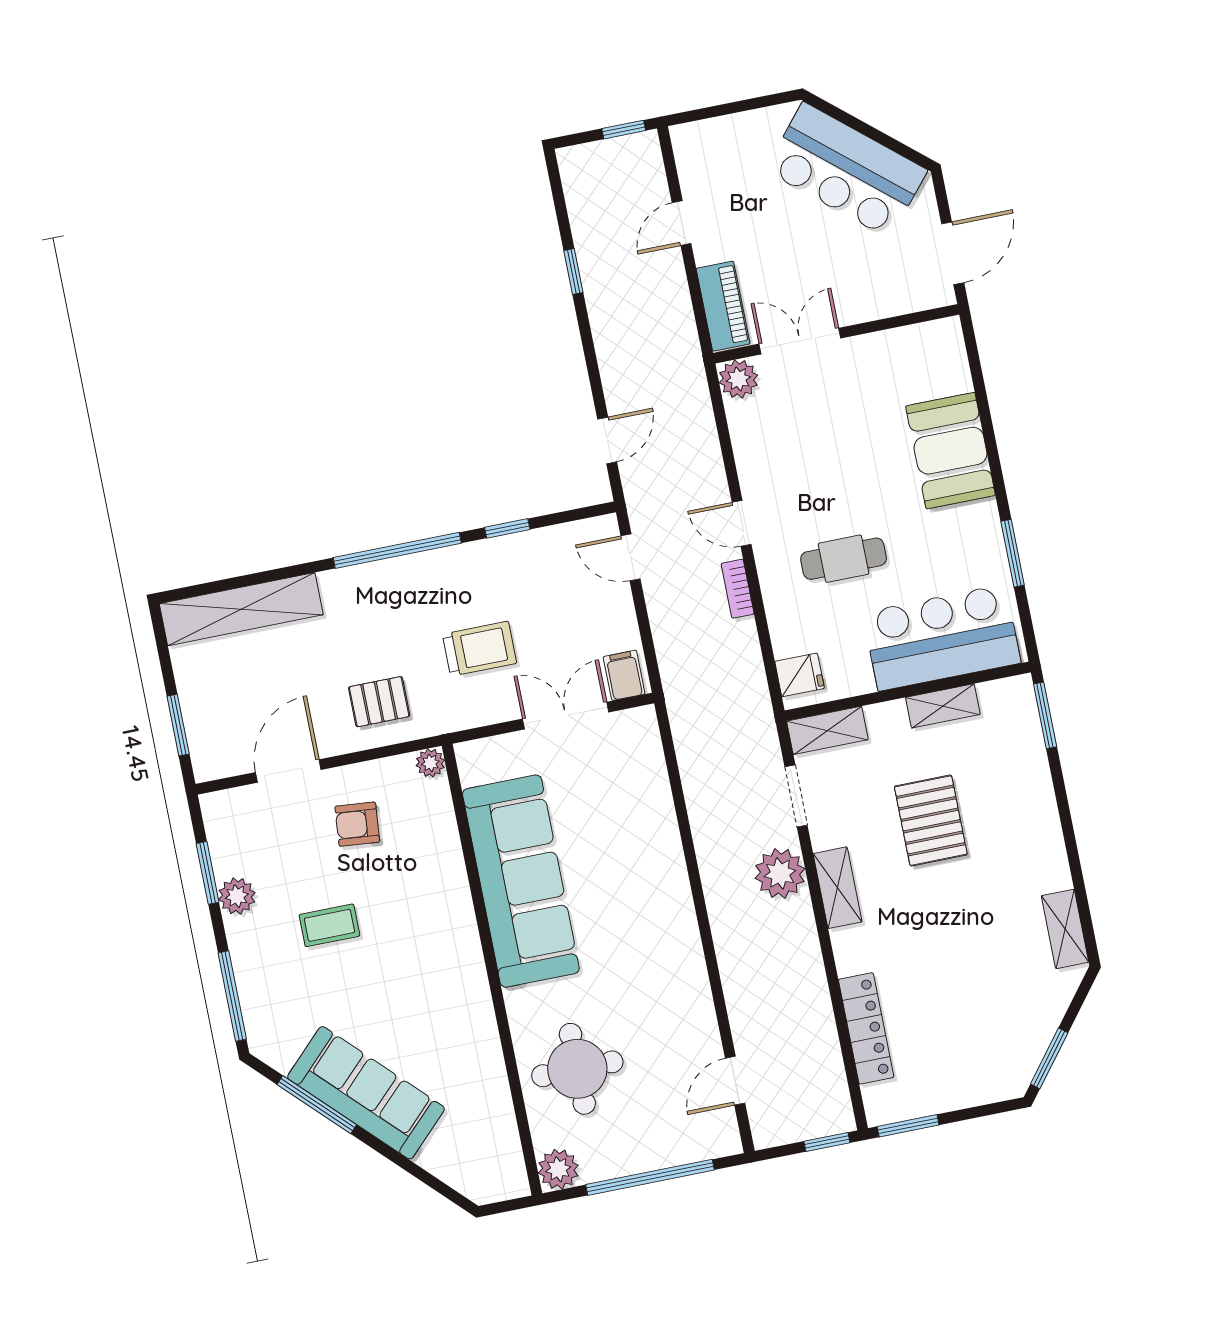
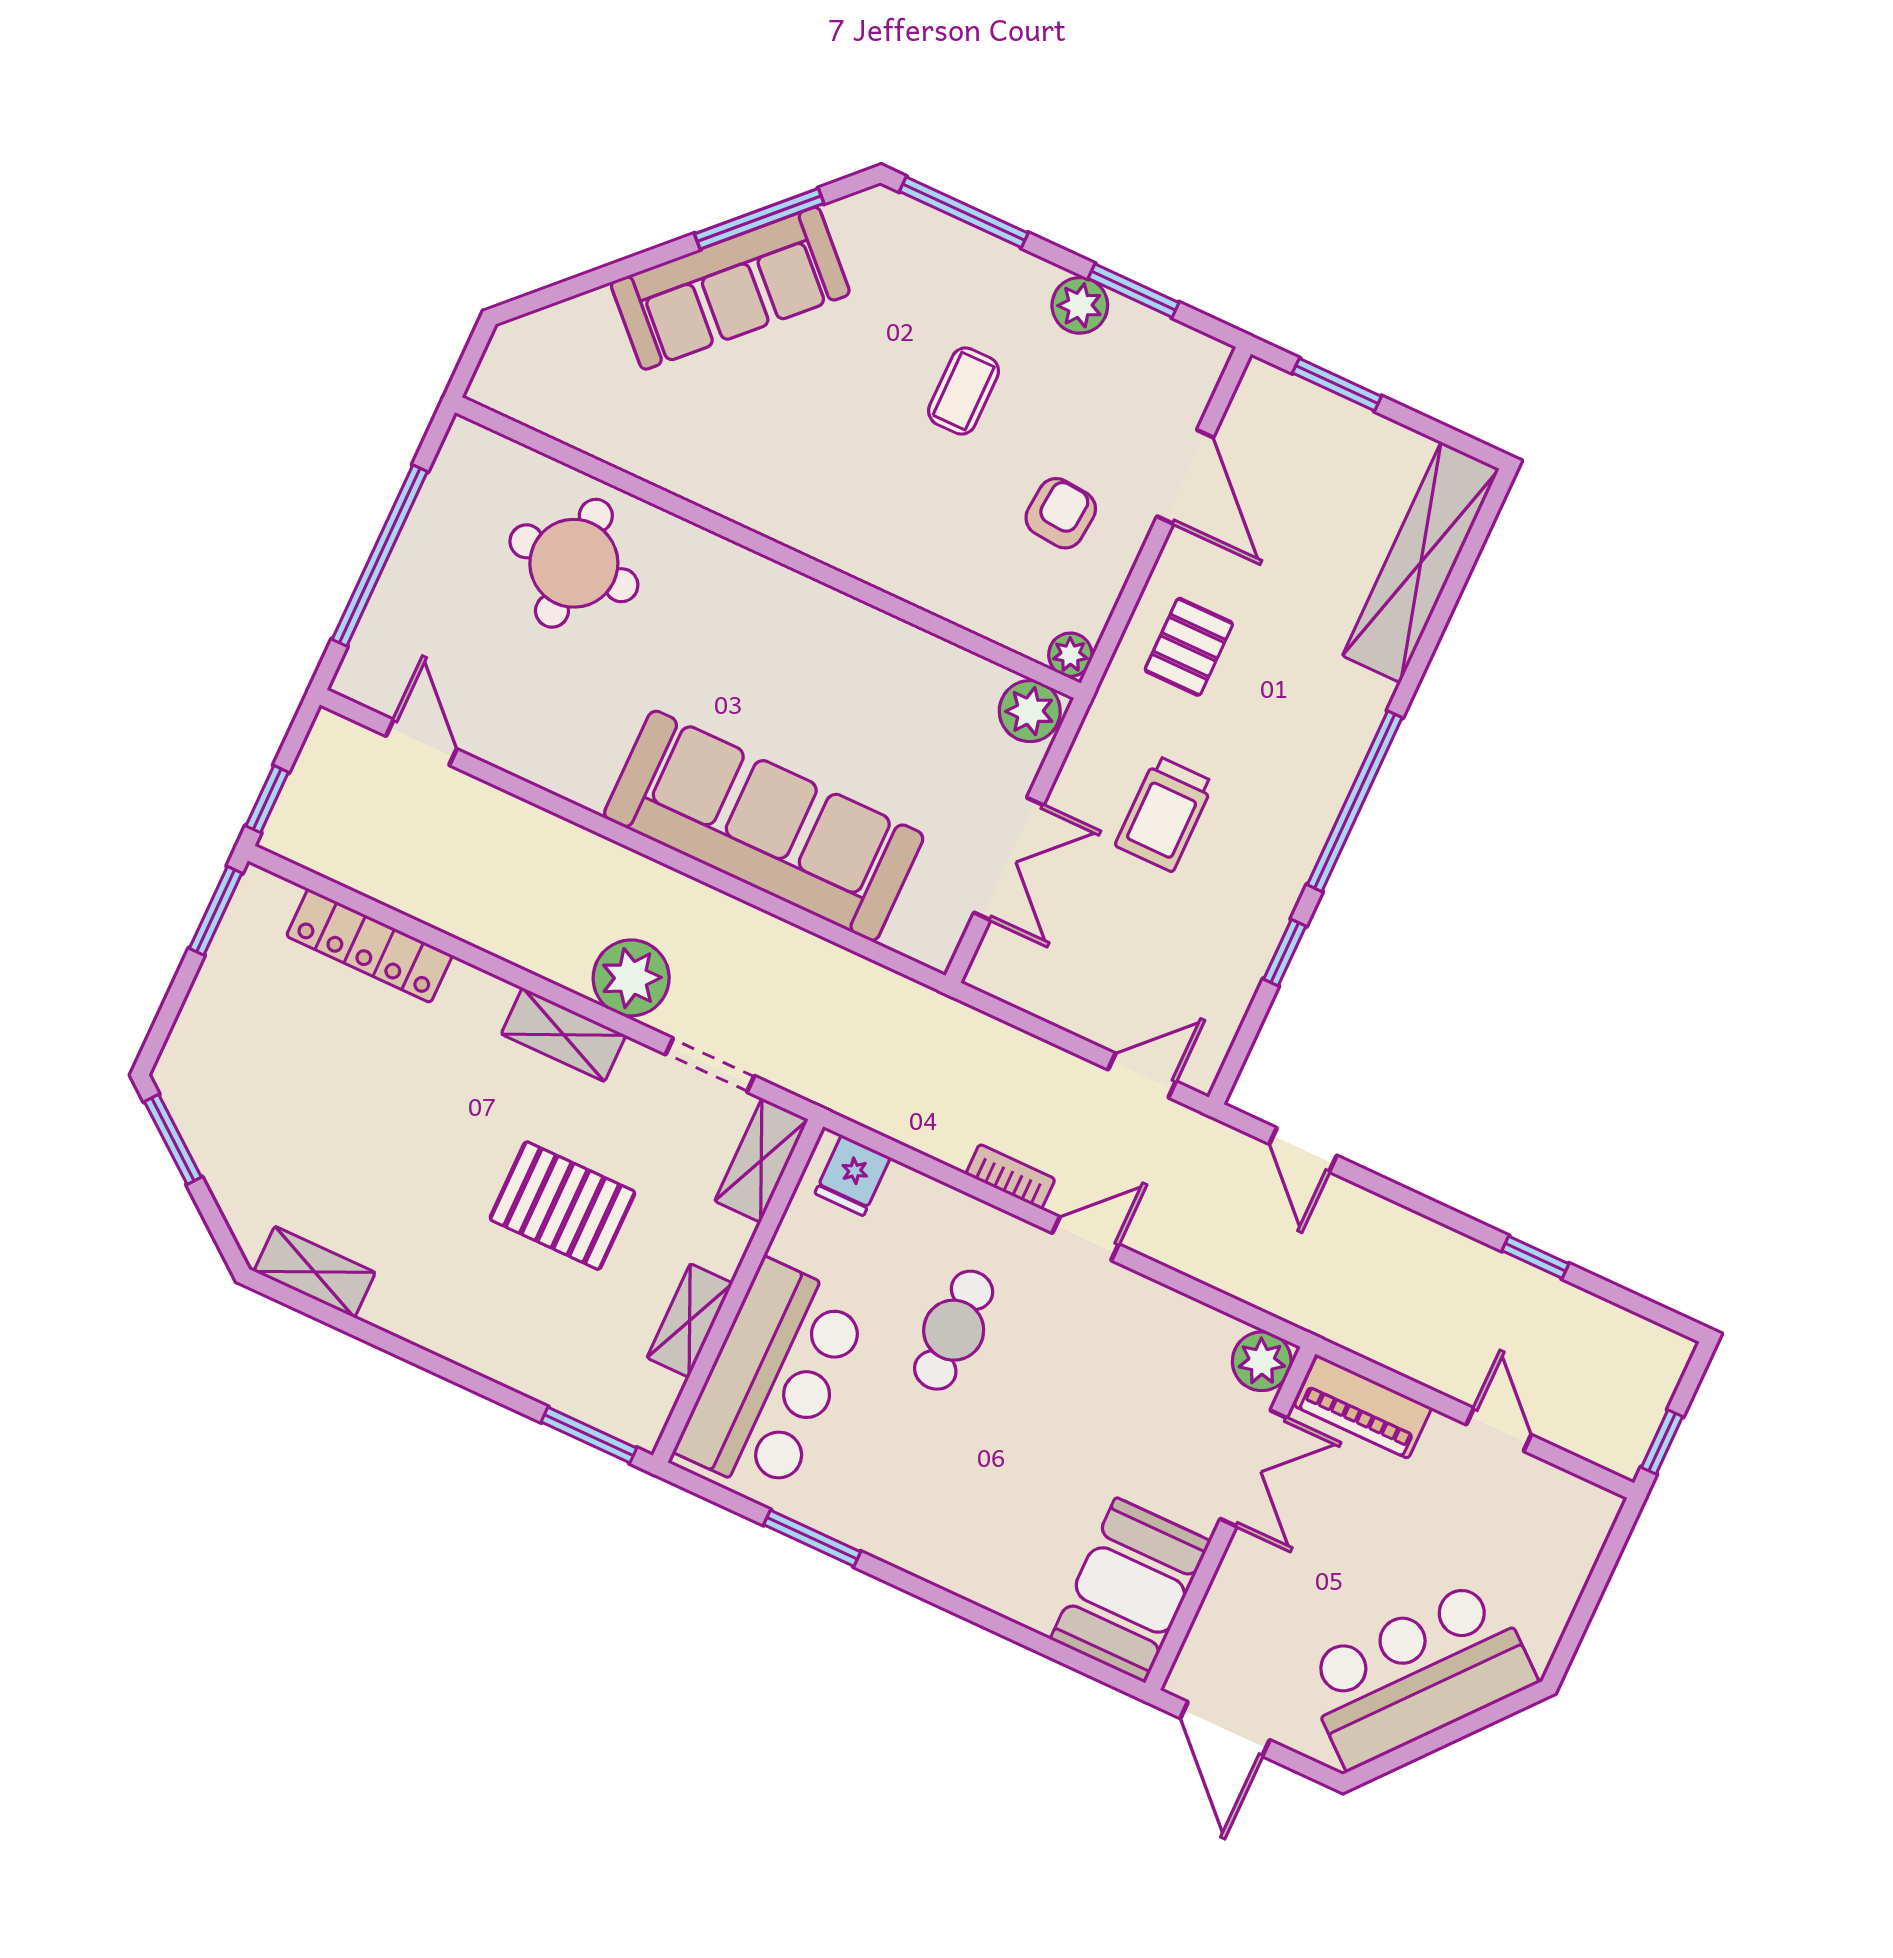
booth: (950, 451) -> (1130, 1590), moved, turned 90
filing cabinet: (624, 675) -> (1006, 964), removed
sofa: (521, 881) -> (764, 826), moved, turned 180
plant: (558, 1169) -> (1030, 711), moved

